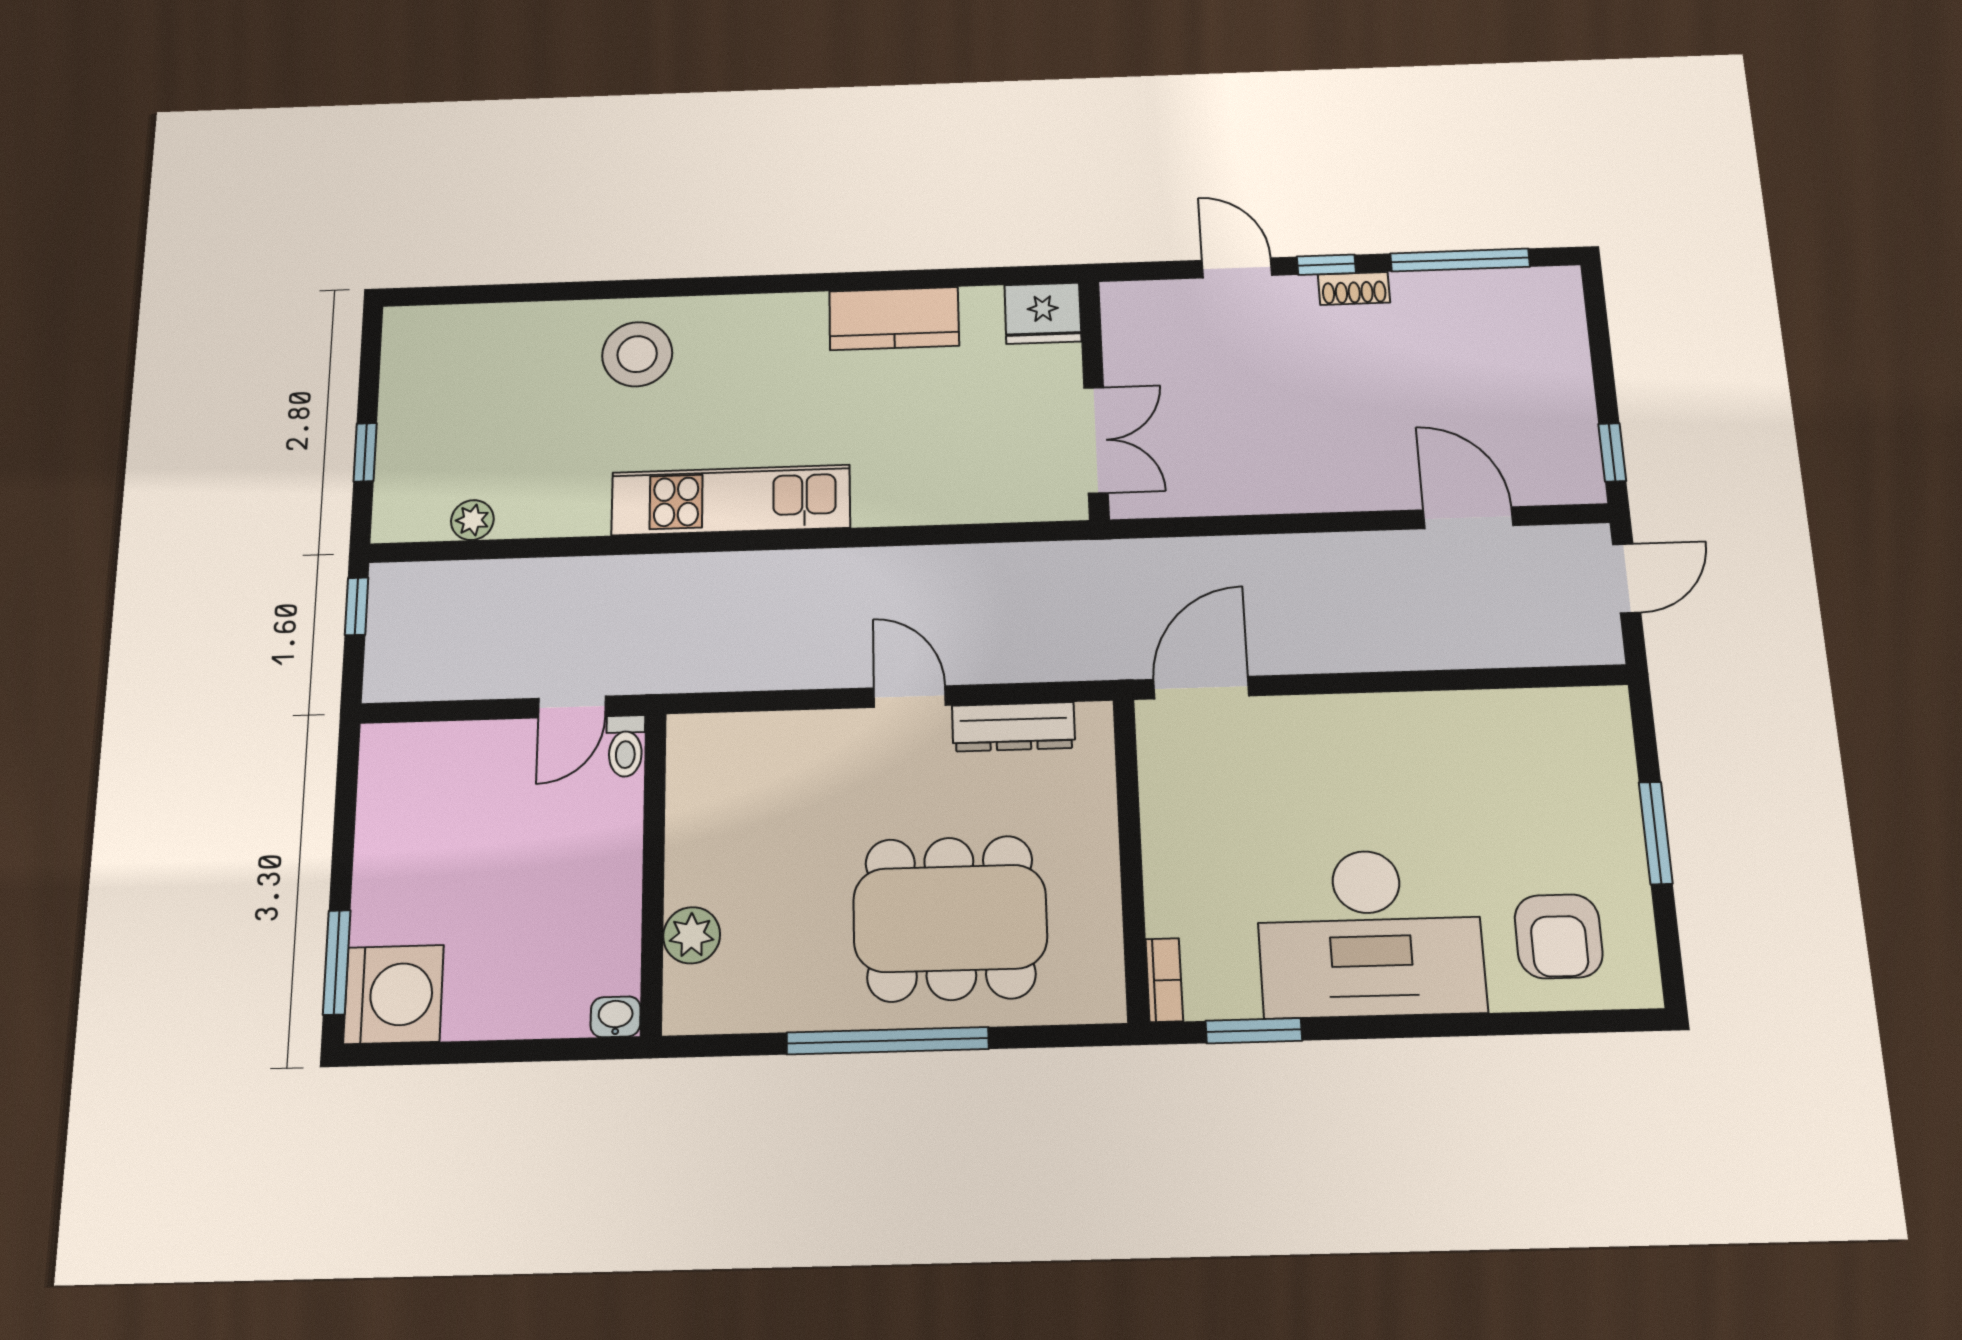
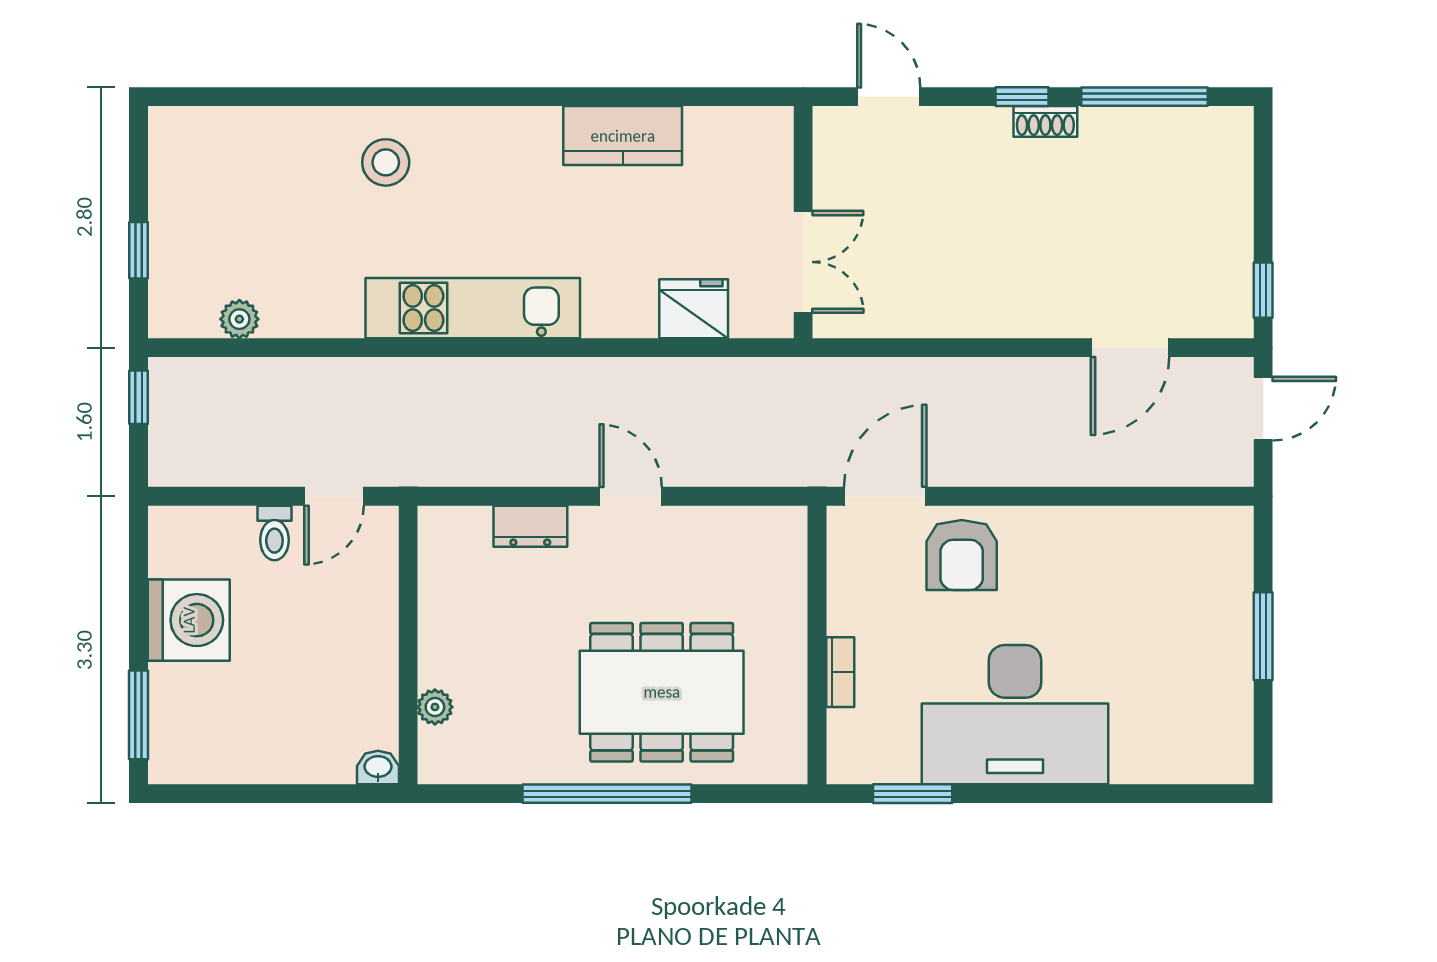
door: (1237, 268) -> (889, 97), moved
fridge: (1043, 313) -> (694, 309), moved, turned 180
stool: (637, 354) -> (386, 162), width x0.73, depth x0.73
door: (1468, 518) -> (1130, 348), swing flipped
dresser: (1013, 727) -> (530, 526), moved, width x0.70
toilet: (625, 746) -> (274, 533), moved
plant: (692, 935) -> (435, 707), width x0.73, depth x0.73
armchair: (1559, 936) -> (962, 555), moved
bookcase: (1164, 980) -> (840, 672), moved
washing machine: (394, 994) -> (189, 620), moved

